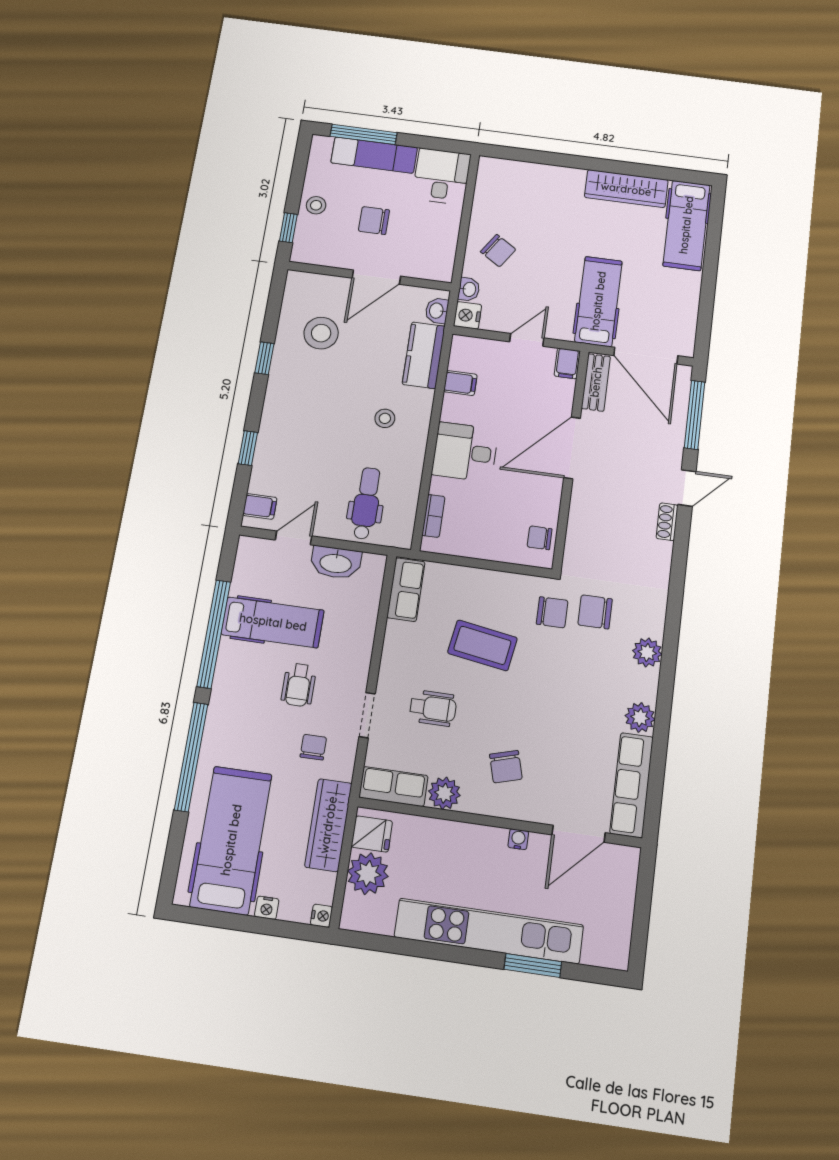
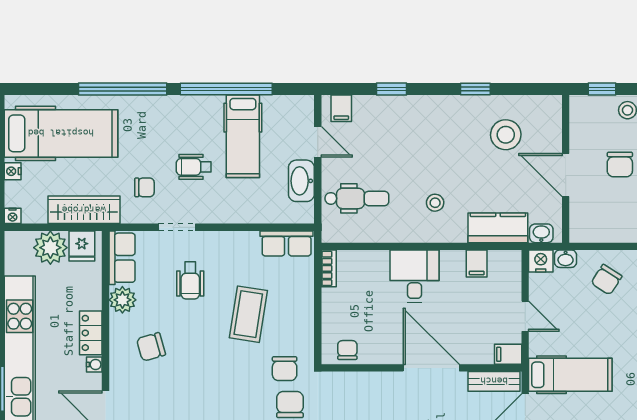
chair: (374, 221) -> (620, 164), turned 180
bookcase: (433, 516) -> (329, 268), moved, turned -90
locker: (479, 838) -> (91, 333), added

